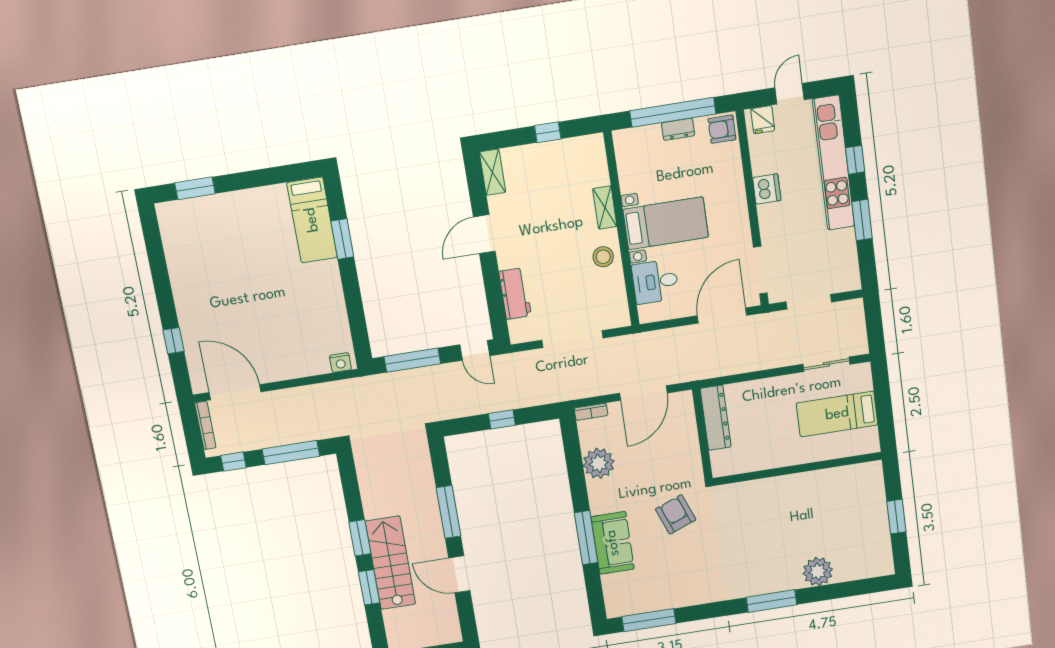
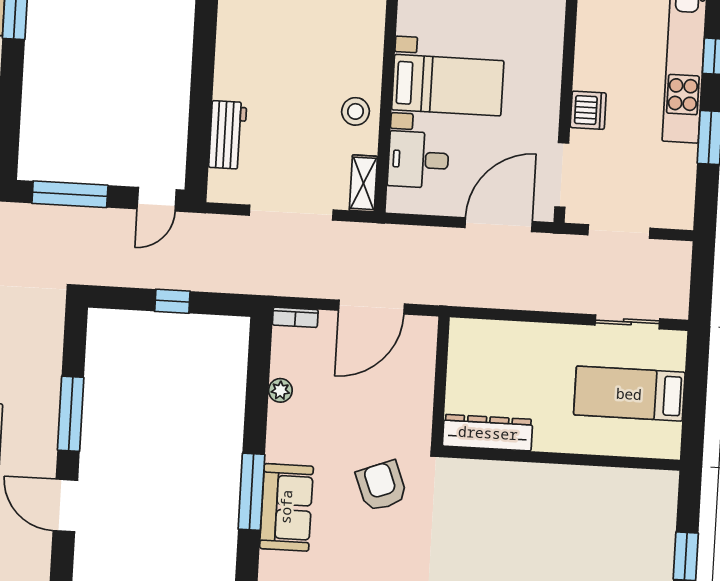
dishwasher: (767, 189) -> (588, 110), moved
shelving: (605, 208) -> (363, 183), moved
door: (484, 234) -> (204, 47), removed
door: (475, 350) -> (157, 199), hinge flipped
dresser: (716, 418) -> (488, 433), moved, turned -90
plant: (599, 463) -> (280, 390), width x0.53, depth x0.53

